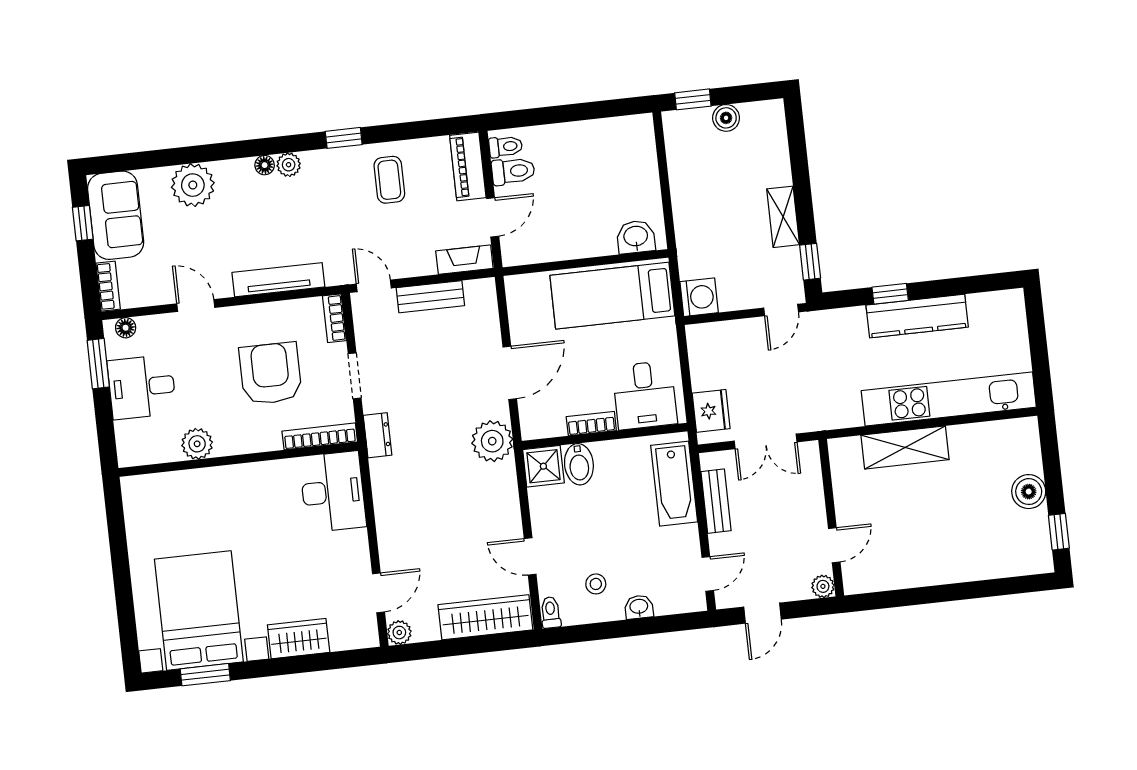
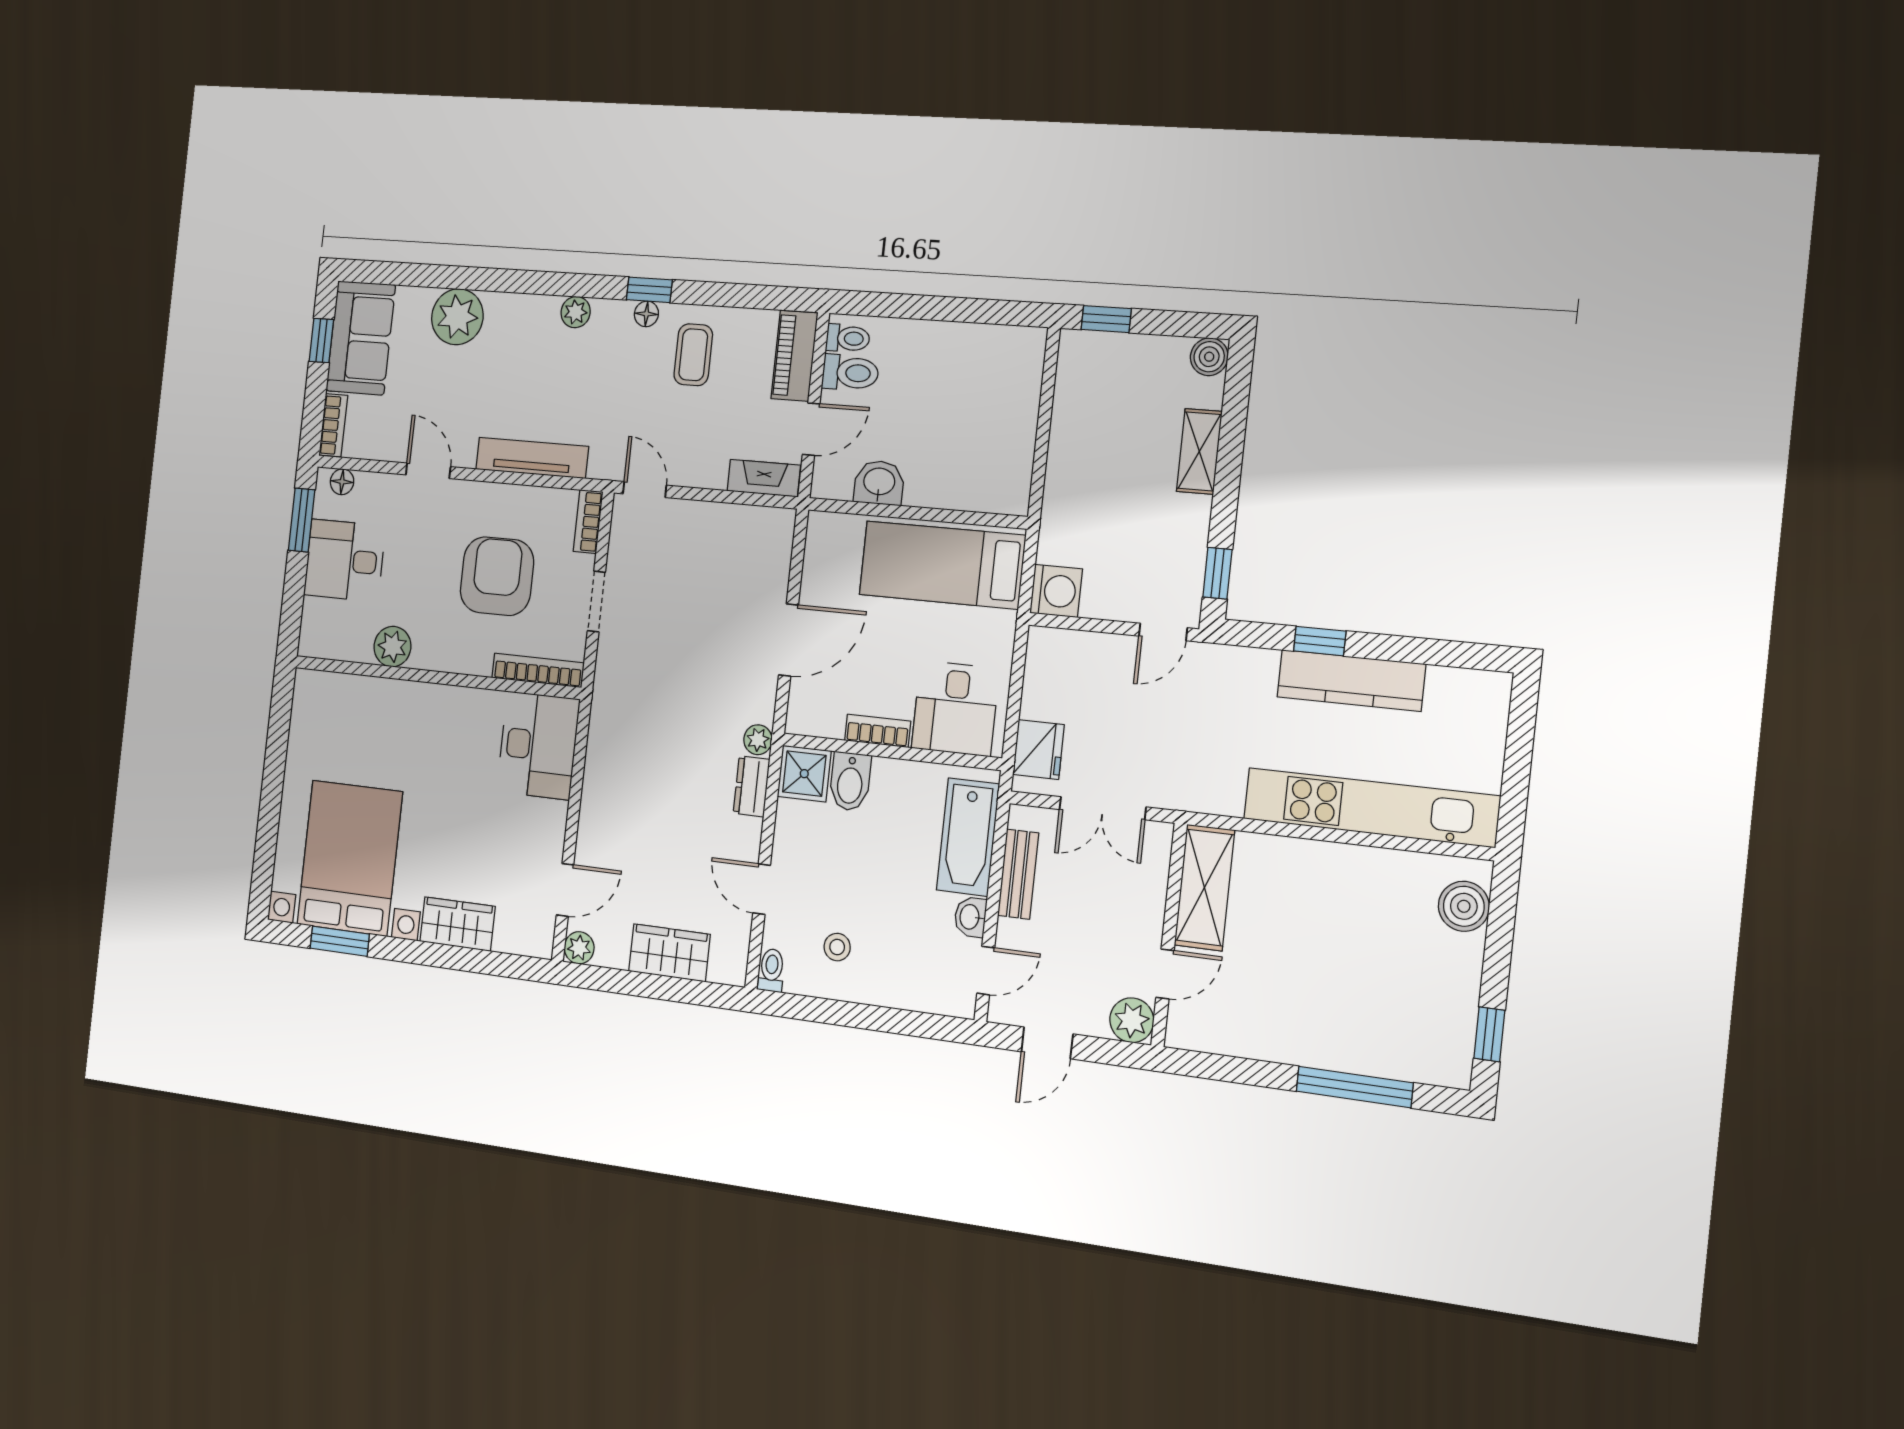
boiler: (726, 118) -> (1209, 357), moved
floor lamp: (265, 165) -> (646, 314), moved
shelving: (783, 217) -> (1199, 451), moved
washbasin: (636, 237) -> (879, 483), moved
bench: (430, 297) -> (711, 518), removed
dresser: (378, 435) -> (752, 786), moved, turned 180
plant: (492, 441) -> (758, 740), width x0.53, depth x0.53
shelving: (905, 447) -> (1205, 887), moved, turned 90
boiler: (1029, 492) -> (1464, 906), moved
plant: (823, 586) -> (1132, 1020), width x1.38, depth x1.38
window: (979, 589) -> (1355, 1087), added
washbasin: (639, 607) -> (970, 917), moved, turned -90
wardrobe: (485, 617) -> (669, 953), width x0.67

